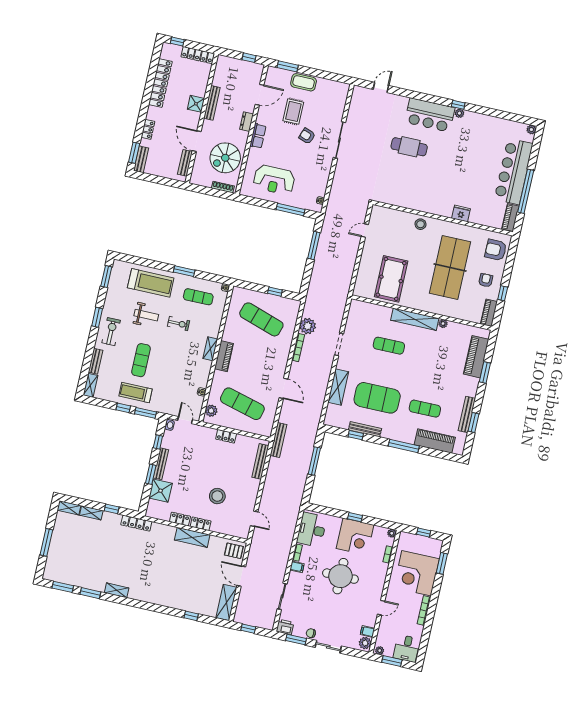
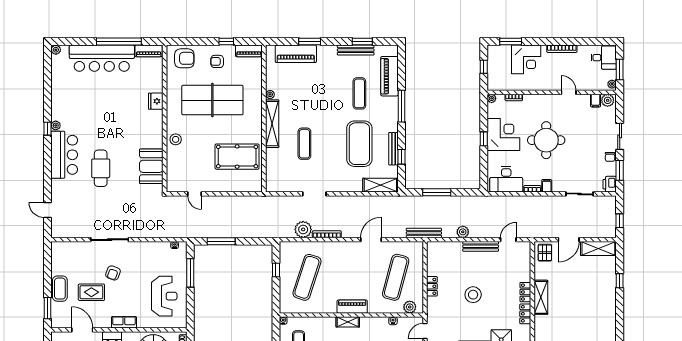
booth: (400, 195) -> (151, 166), added
armchair: (496, 250) -> (184, 58), turned -90
shelving: (338, 387) -> (380, 185), moved
bench: (260, 461) -> (481, 246), moved
plant: (271, 477) -> (463, 232), added
stool: (217, 496) -> (473, 295), moved
corner desk: (416, 573) -> (526, 59), width x0.74, depth x0.74

